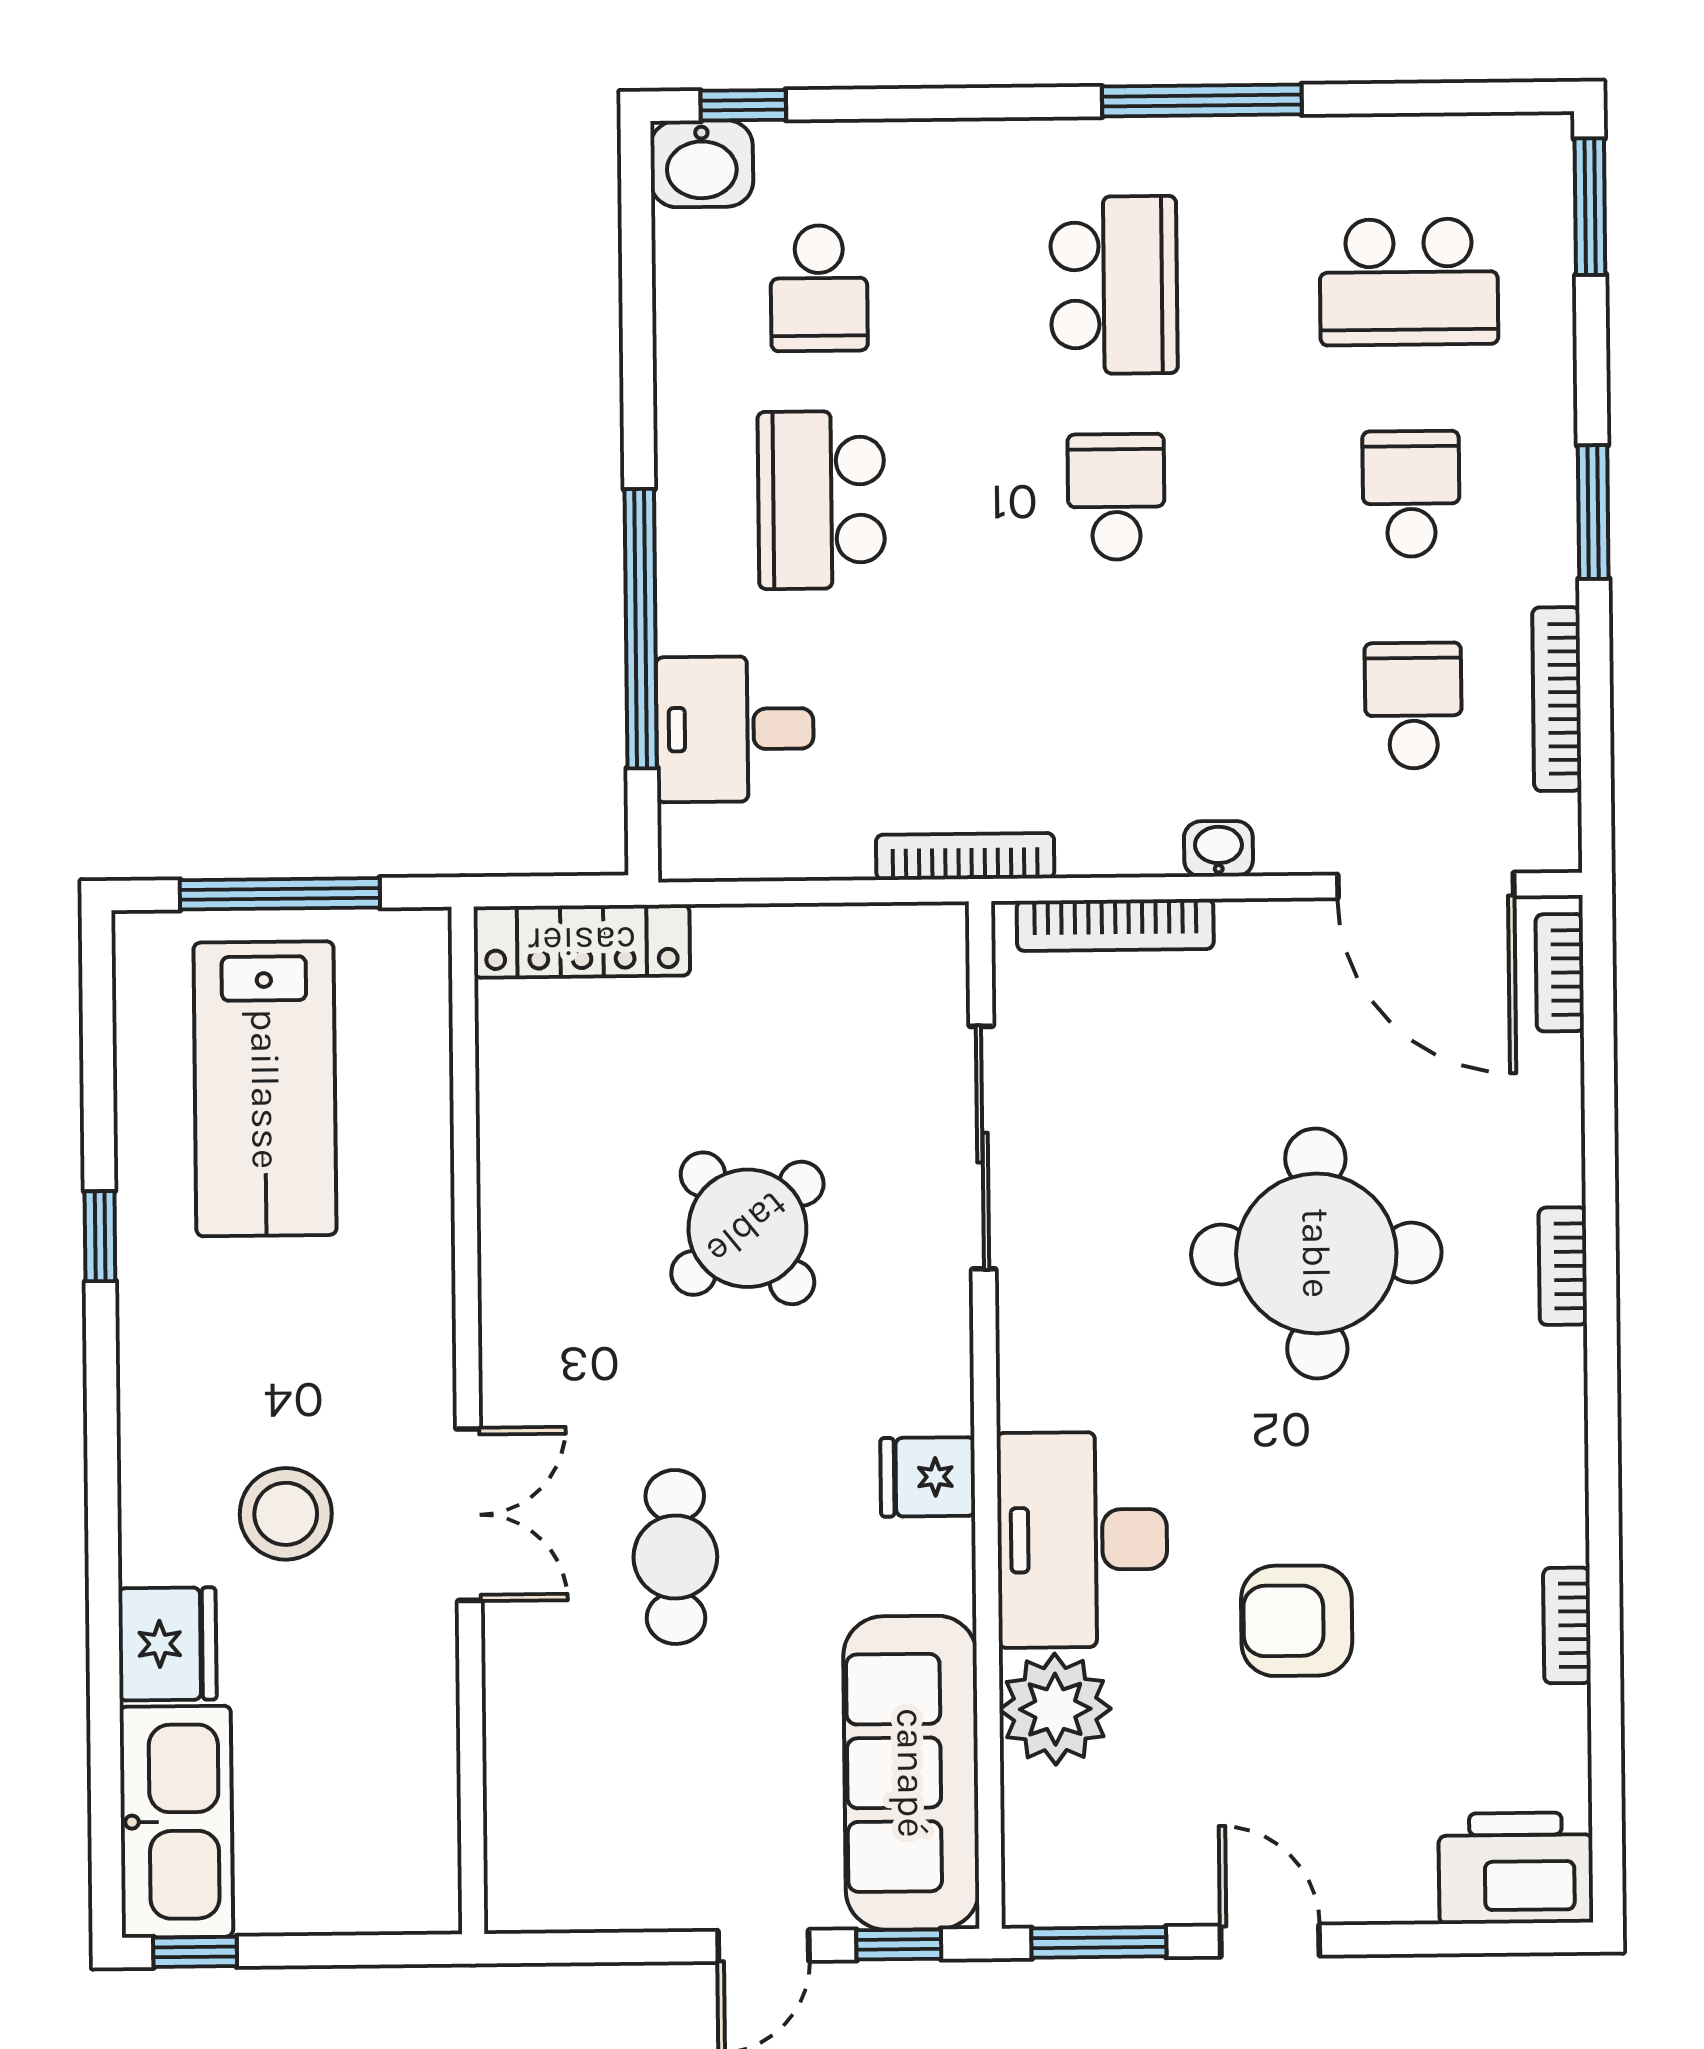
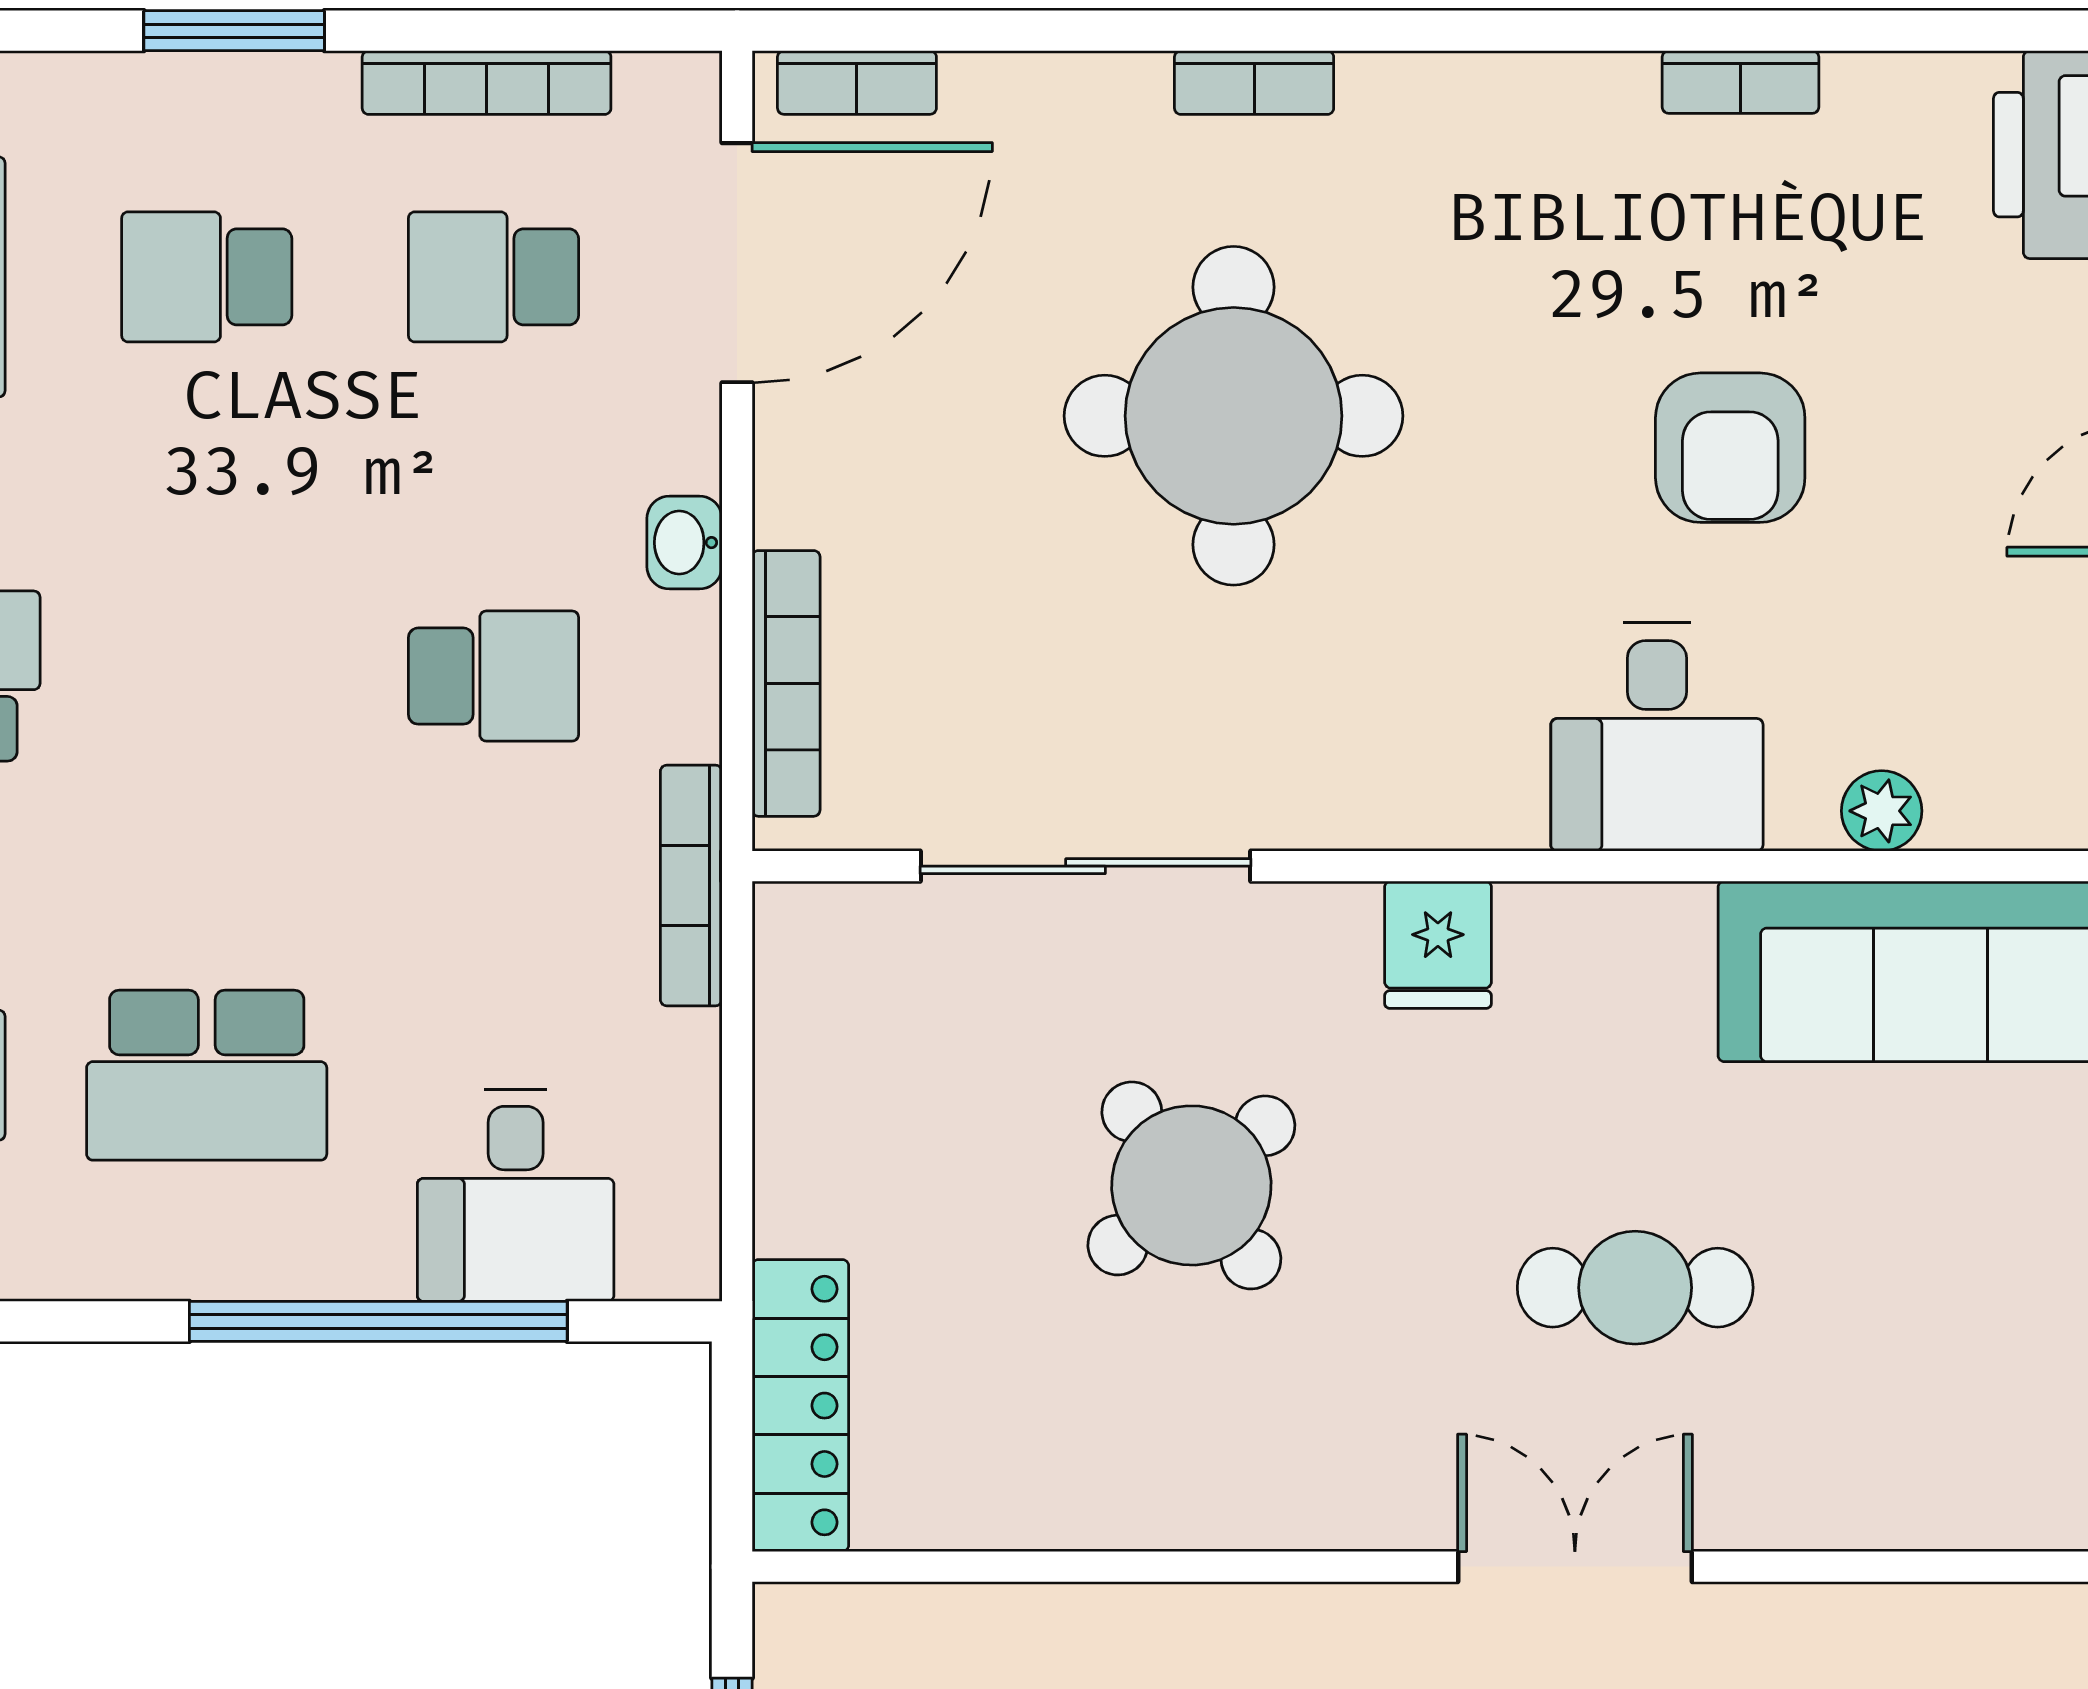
school desk: (1116, 497) -> (493, 676), moved, turned 180
fridge: (928, 1477) -> (1438, 945), moved
desk: (1082, 1540) -> (1657, 737), width x0.73
plant: (1055, 1709) -> (1882, 811), width x0.53, depth x0.53

